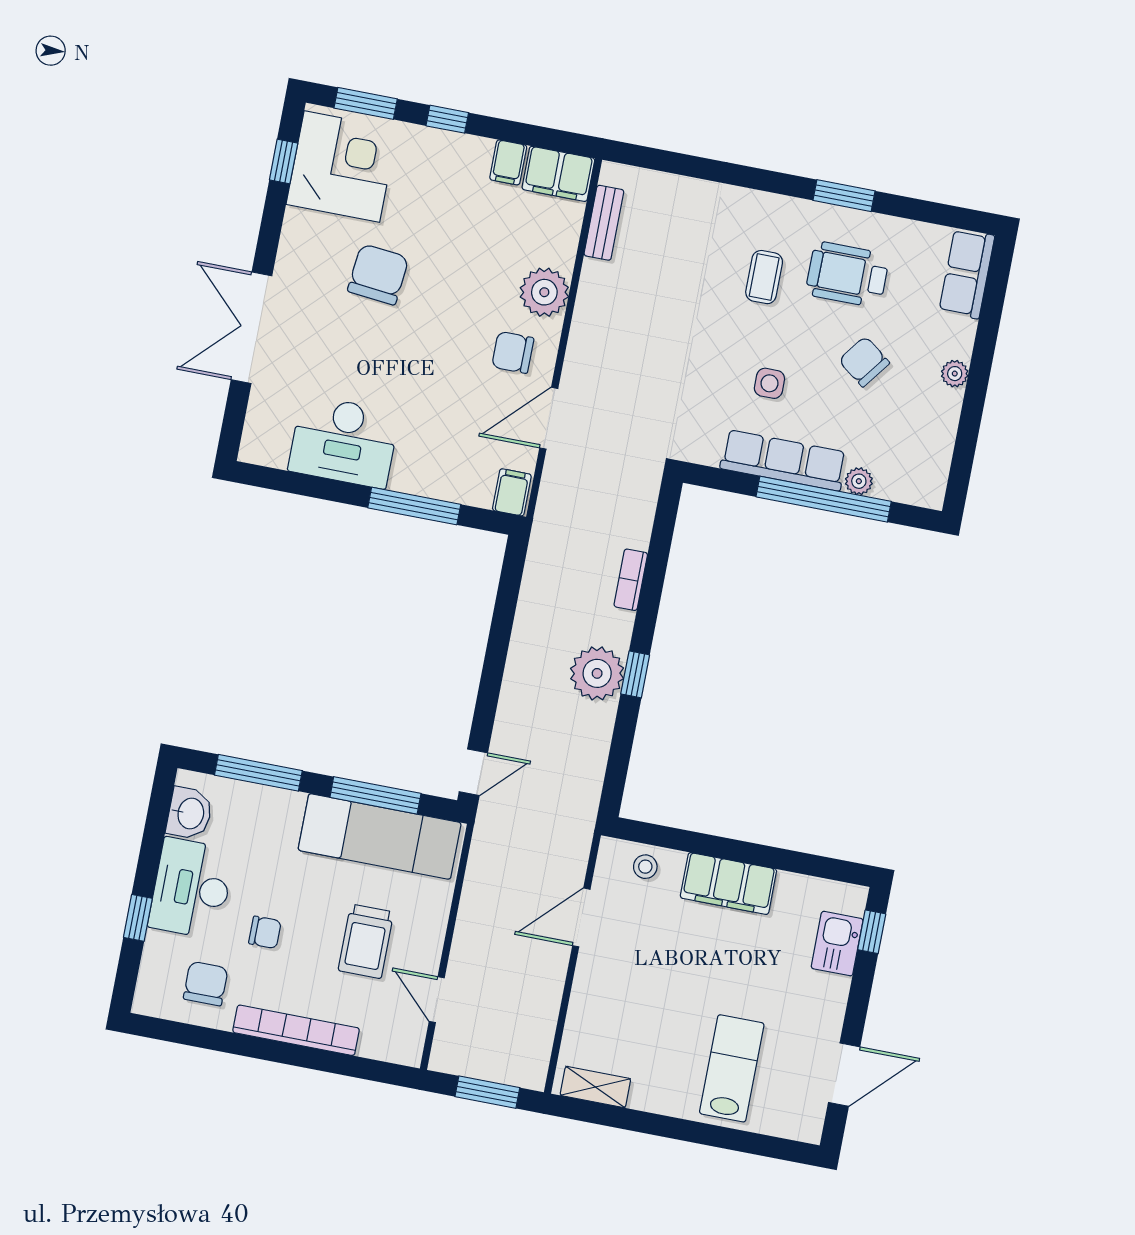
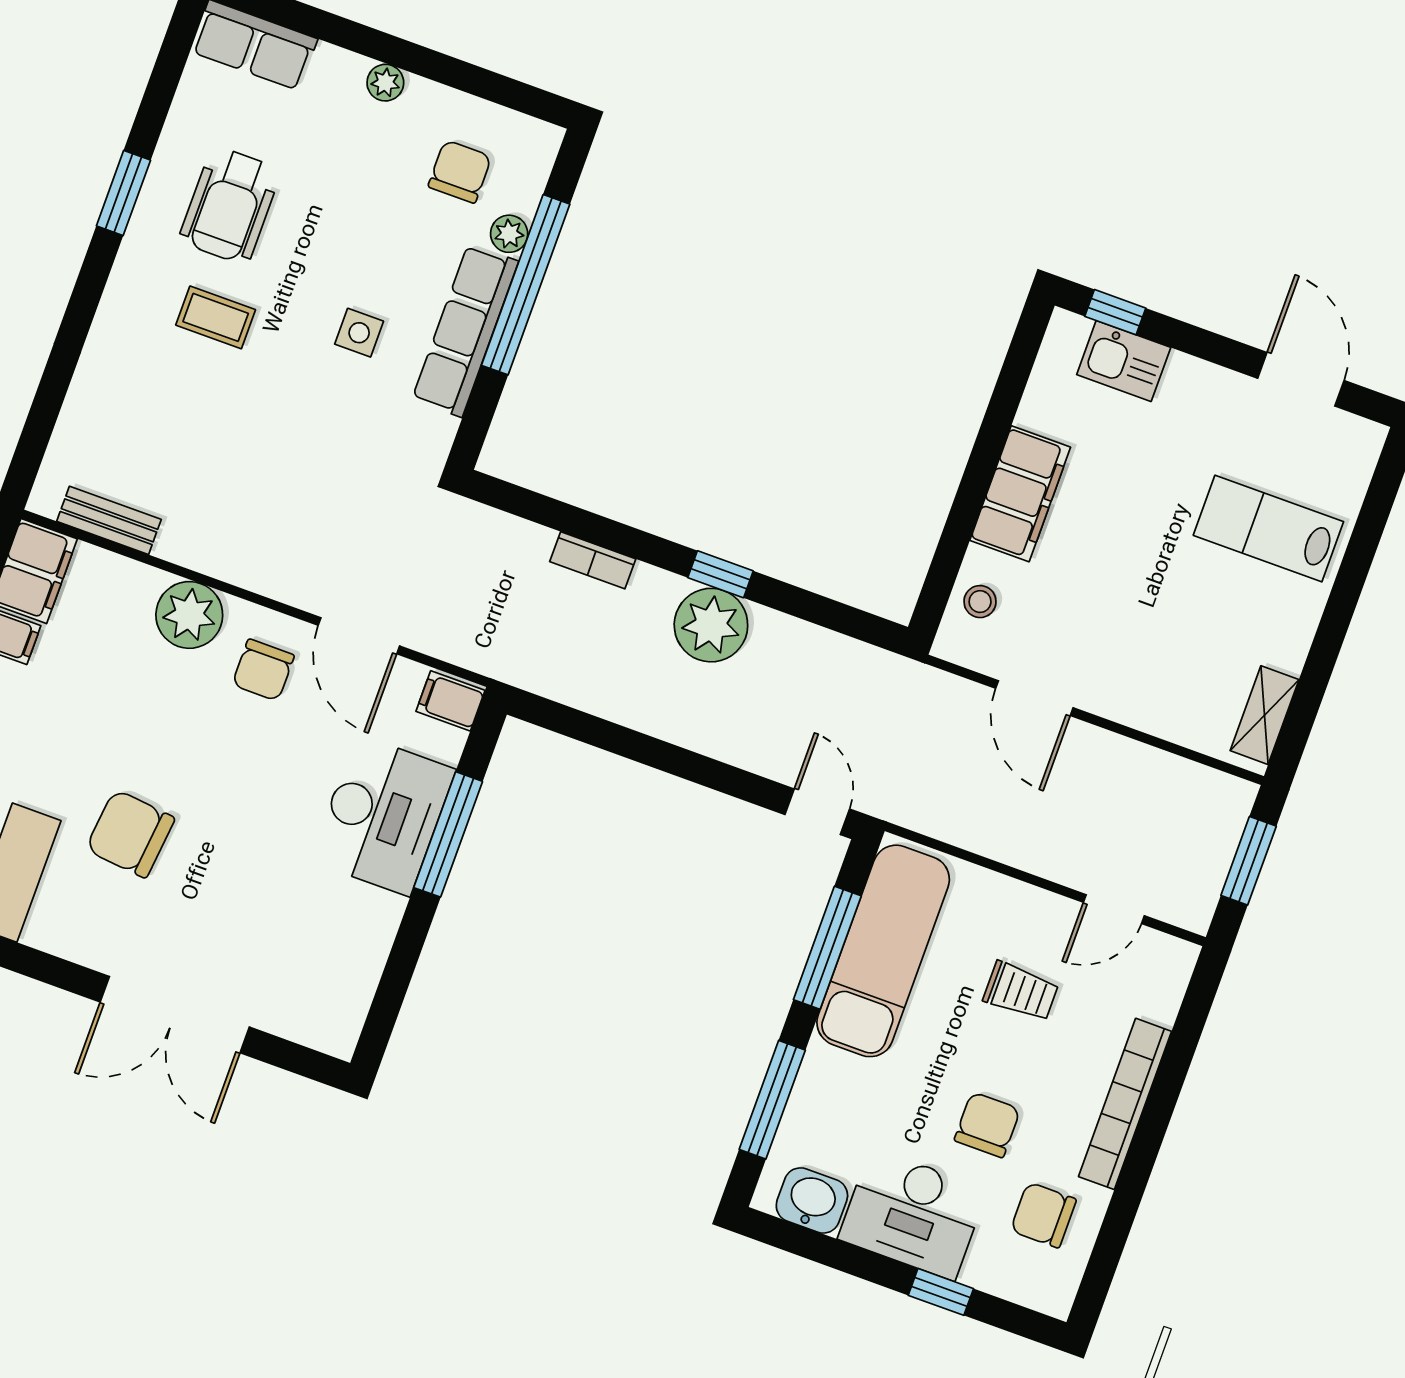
chair: (864, 362) -> (460, 172), moved, turned 143
desk: (344, 442) -> (383, 815), moved
chair: (265, 932) -> (987, 1125), width x1.37, depth x1.37
trolley: (366, 941) -> (1021, 991), width x0.73, depth x0.72

